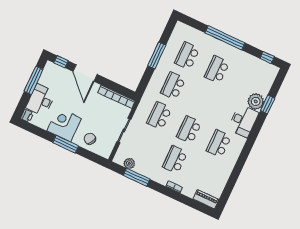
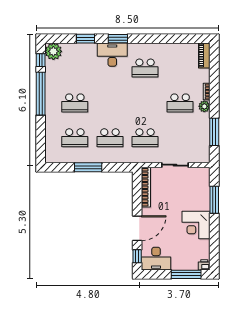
window: (225, 38) -> (41, 94), moved
window: (34, 80) -> (186, 274), moved
desk: (41, 100) -> (156, 259), moved
plant: (256, 101) -> (53, 51), moved
school desk: (189, 130) -> (145, 103), removed
window: (255, 132) -> (118, 39), added
chair: (90, 139) -> (198, 194), removed
window: (66, 144) -> (214, 200), moved
plant: (129, 164) -> (204, 106), moved

